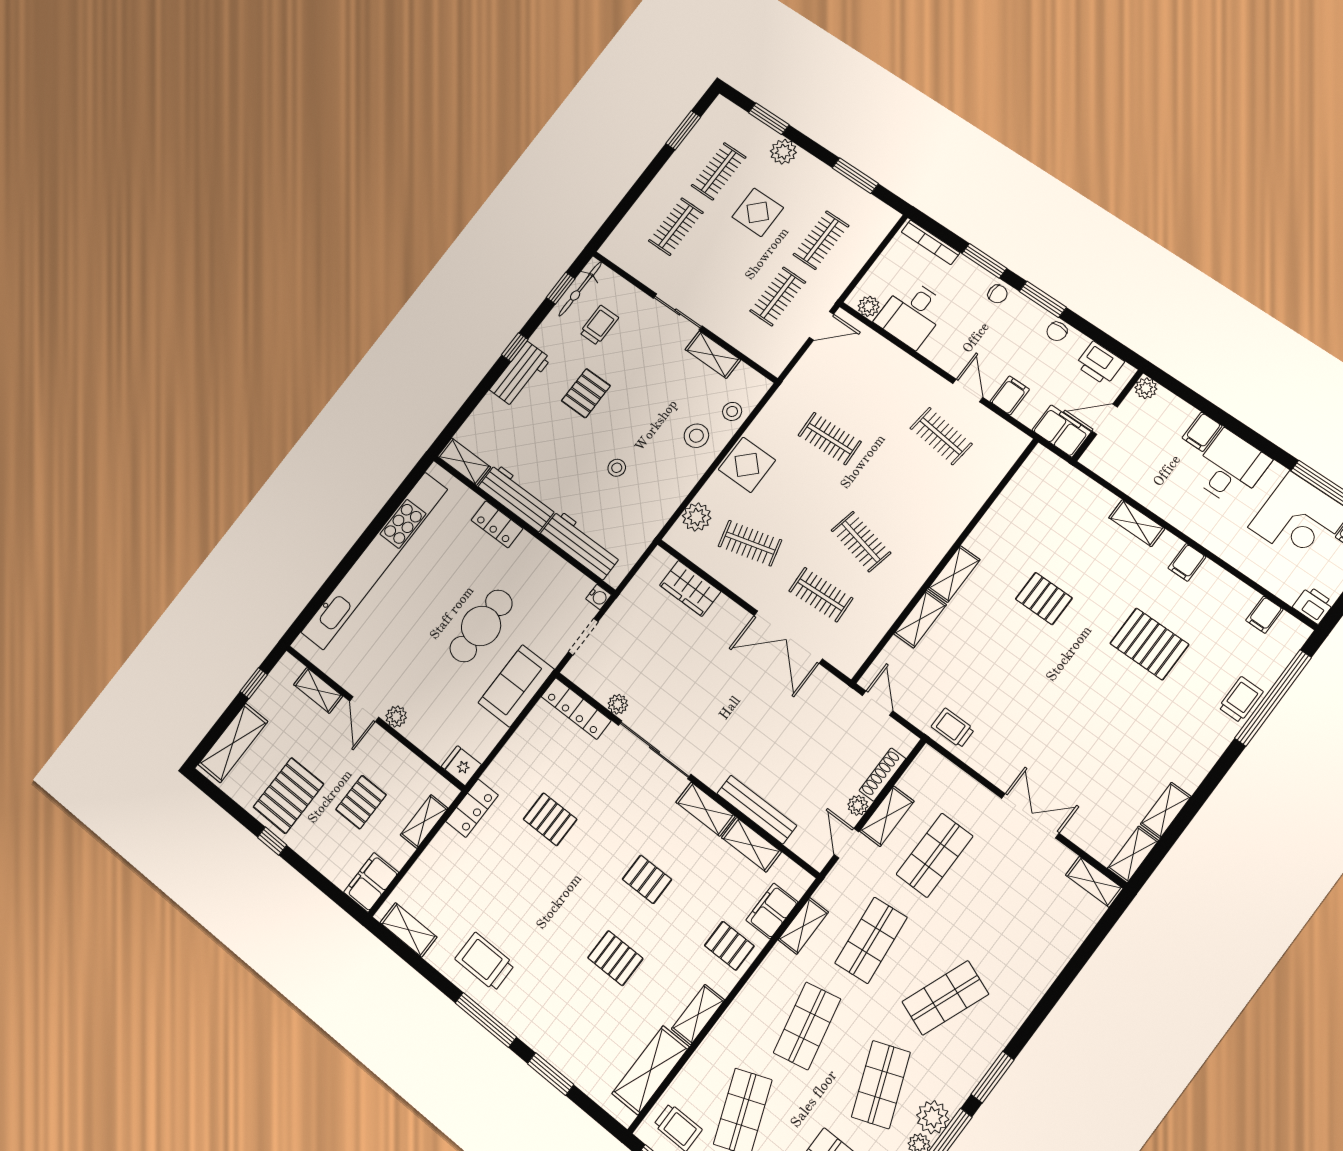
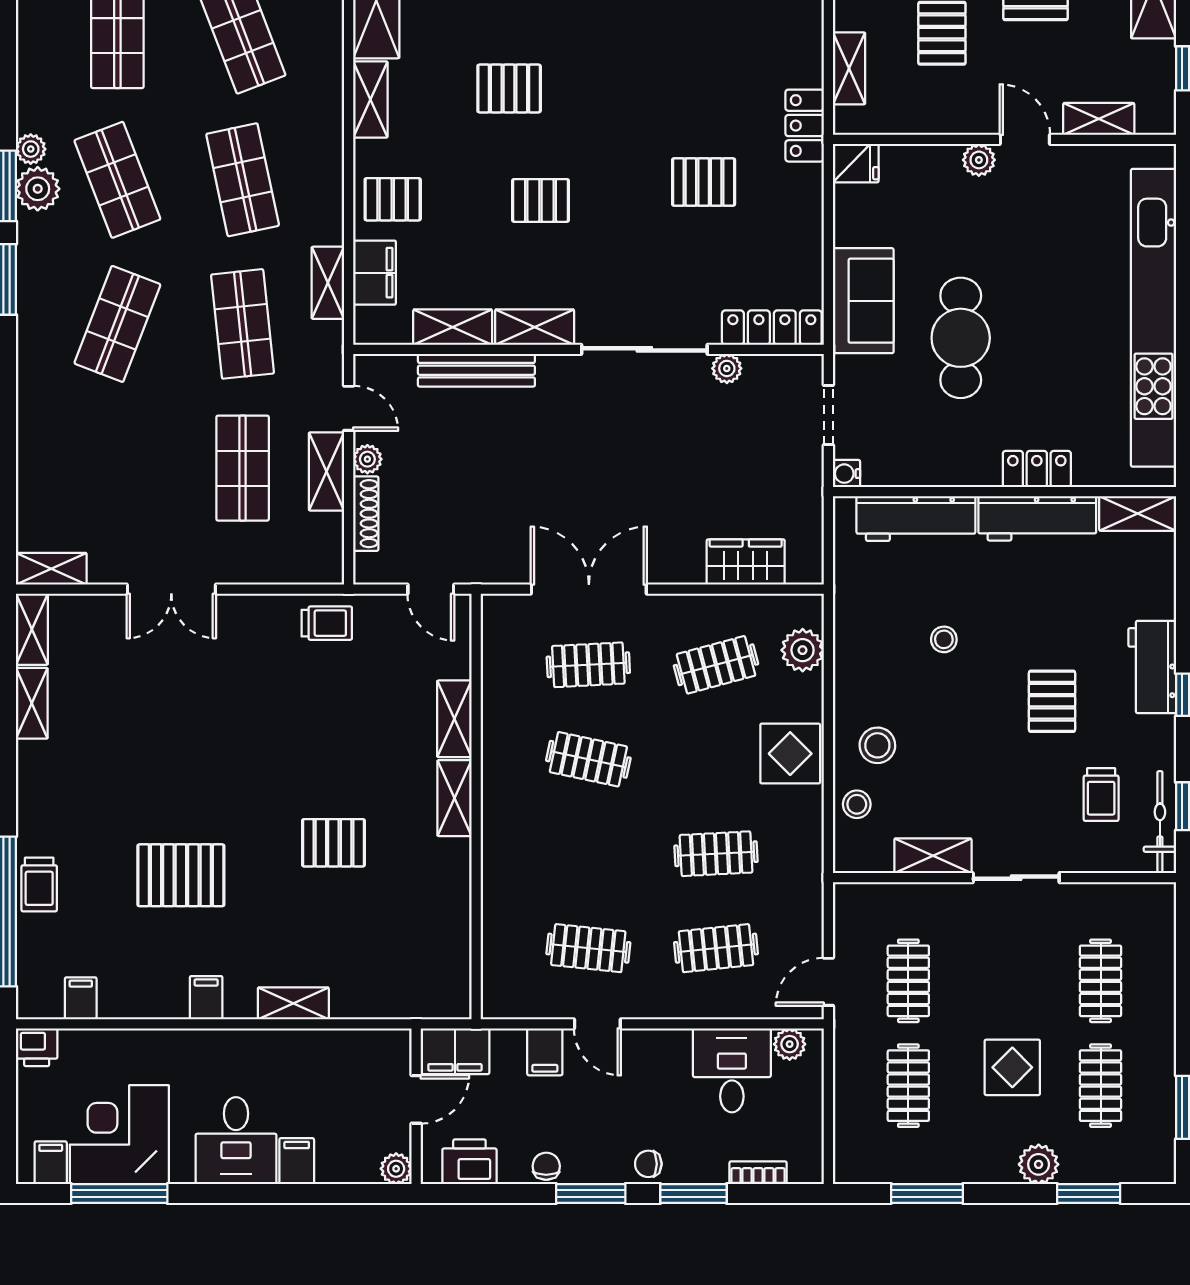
bookcase: (931, 242) -> (758, 1173), width x0.64
clothes rail: (869, 387) -> (716, 948), added

